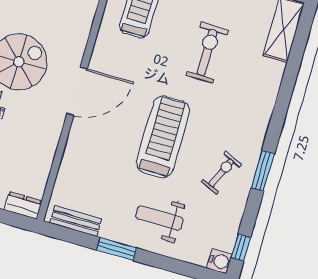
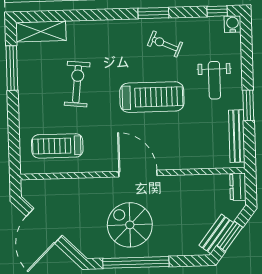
exercise bike: (207, 53) -> (77, 84), turned 96
treadmill: (163, 137) -> (152, 97), turned 180
bench: (76, 221) -> (237, 136), width x1.36

